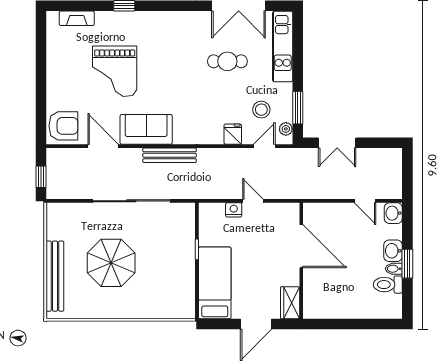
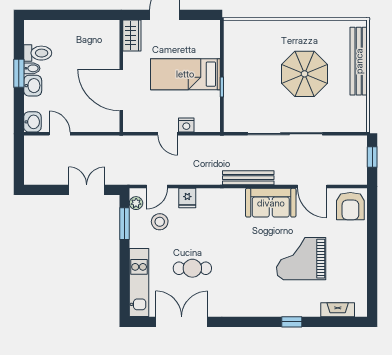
grand piano: (115, 71) -> (301, 259), turned -90
armchair: (63, 126) -> (350, 206), turned -90
bed: (215, 283) -> (185, 74), moved, turned 90

